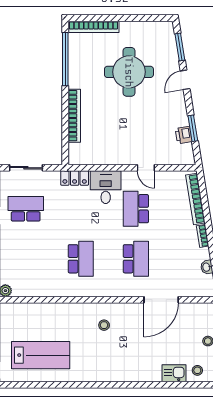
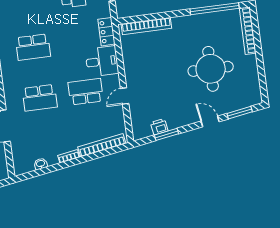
bookcase: (74, 116) -> (146, 26), moved

